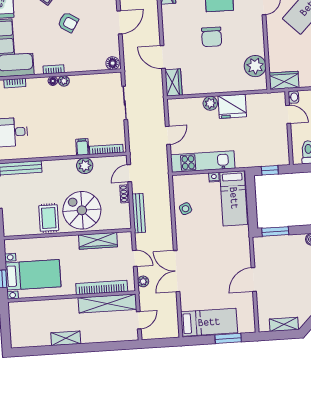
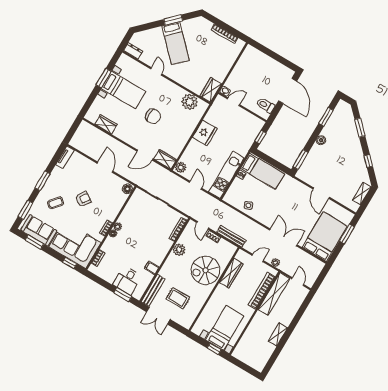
plant: (210, 103) -> (181, 167), moved
filing cabinet: (82, 147) -> (152, 268), moved
rug: (49, 218) -> (178, 298), moved
double door: (177, 271) -> (283, 237), swing flipped
bed: (209, 322) -> (325, 237), width x1.50

